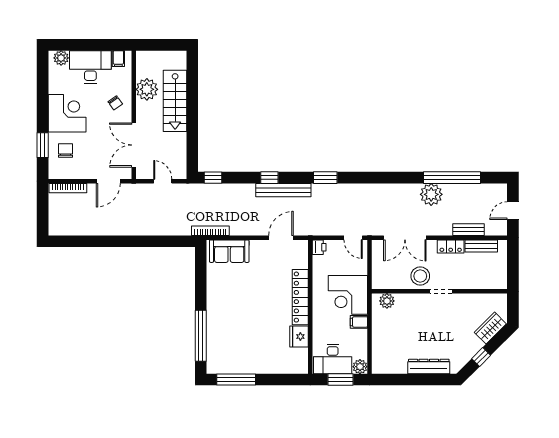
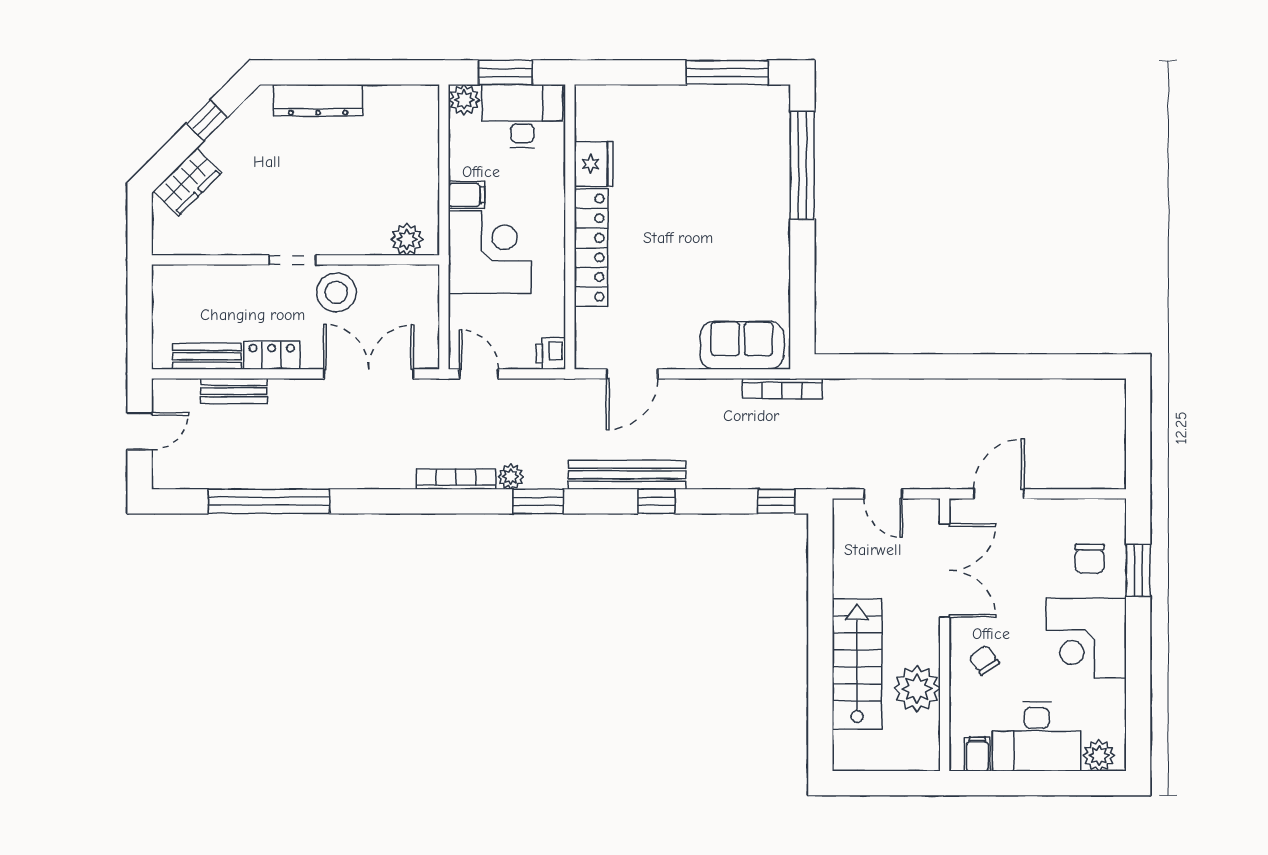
bookcase: (68, 188) -> (456, 479), moved
plant: (431, 194) -> (511, 477), moved, width x0.53, depth x0.53

